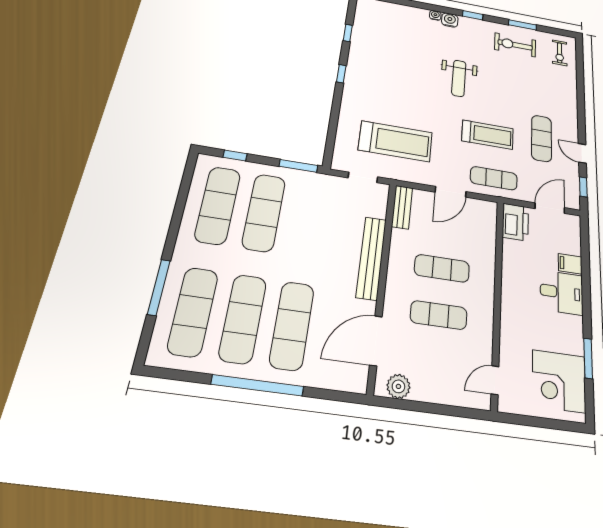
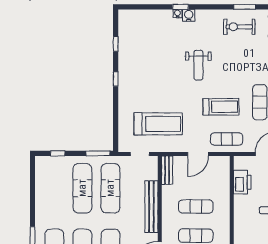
window: (473, 15) -> (180, 7), moved
exercise mat: (218, 205) -> (110, 188), moved
printer: (515, 222) -> (242, 182), moved

